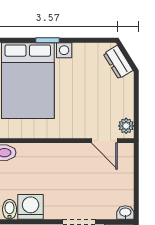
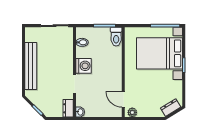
door: (104, 141) -> (123, 99), hinge flipped
washing machine: (31, 207) -> (84, 66), moved

